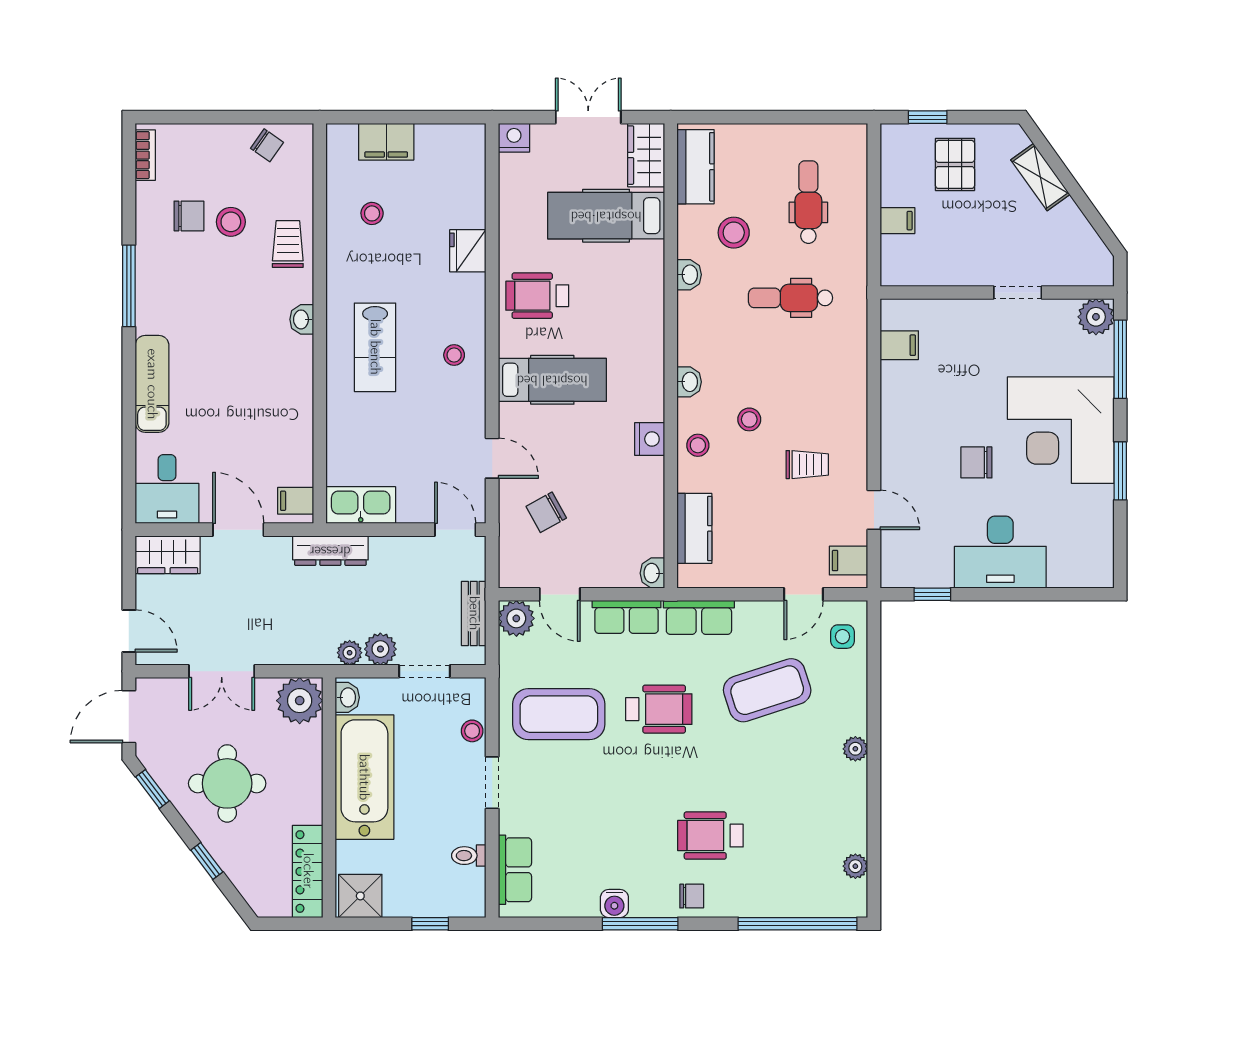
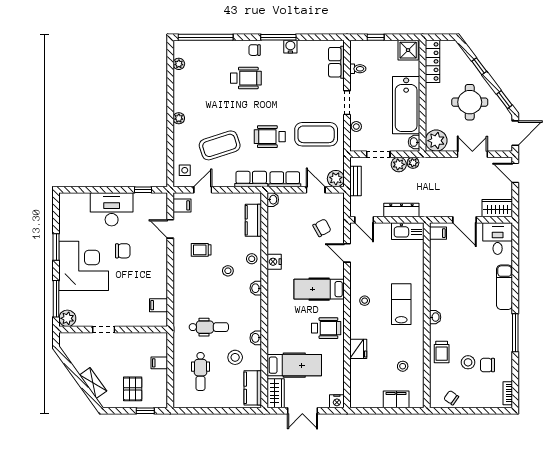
dresser: (330, 551) -> (401, 210), moved

